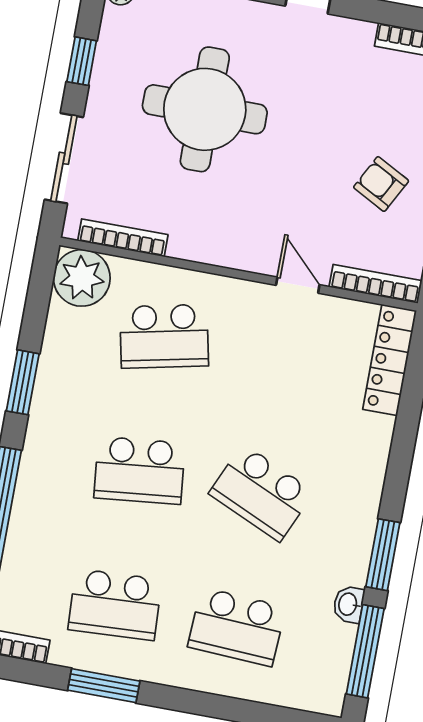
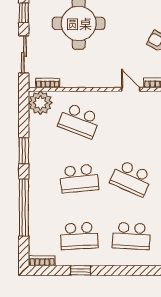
bookcase: (123, 238) -> (48, 83), width x0.64
school desk: (164, 336) -> (79, 121), turned 33
window: (104, 686) -> (81, 271), width x0.67

